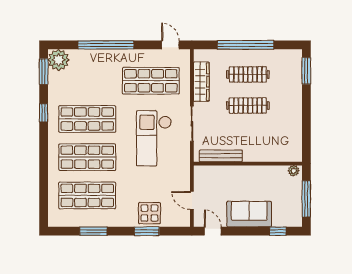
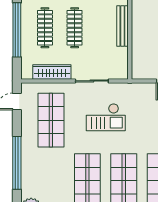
checkout: (154, 138) -> (106, 117), width x0.73, depth x0.83
bench: (221, 156) -> (122, 26), moved

